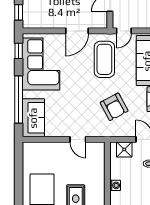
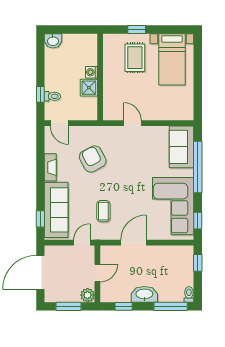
coffee table: (104, 59) -> (103, 211), width x0.54, depth x0.58
shower: (124, 149) -> (89, 88), moved

